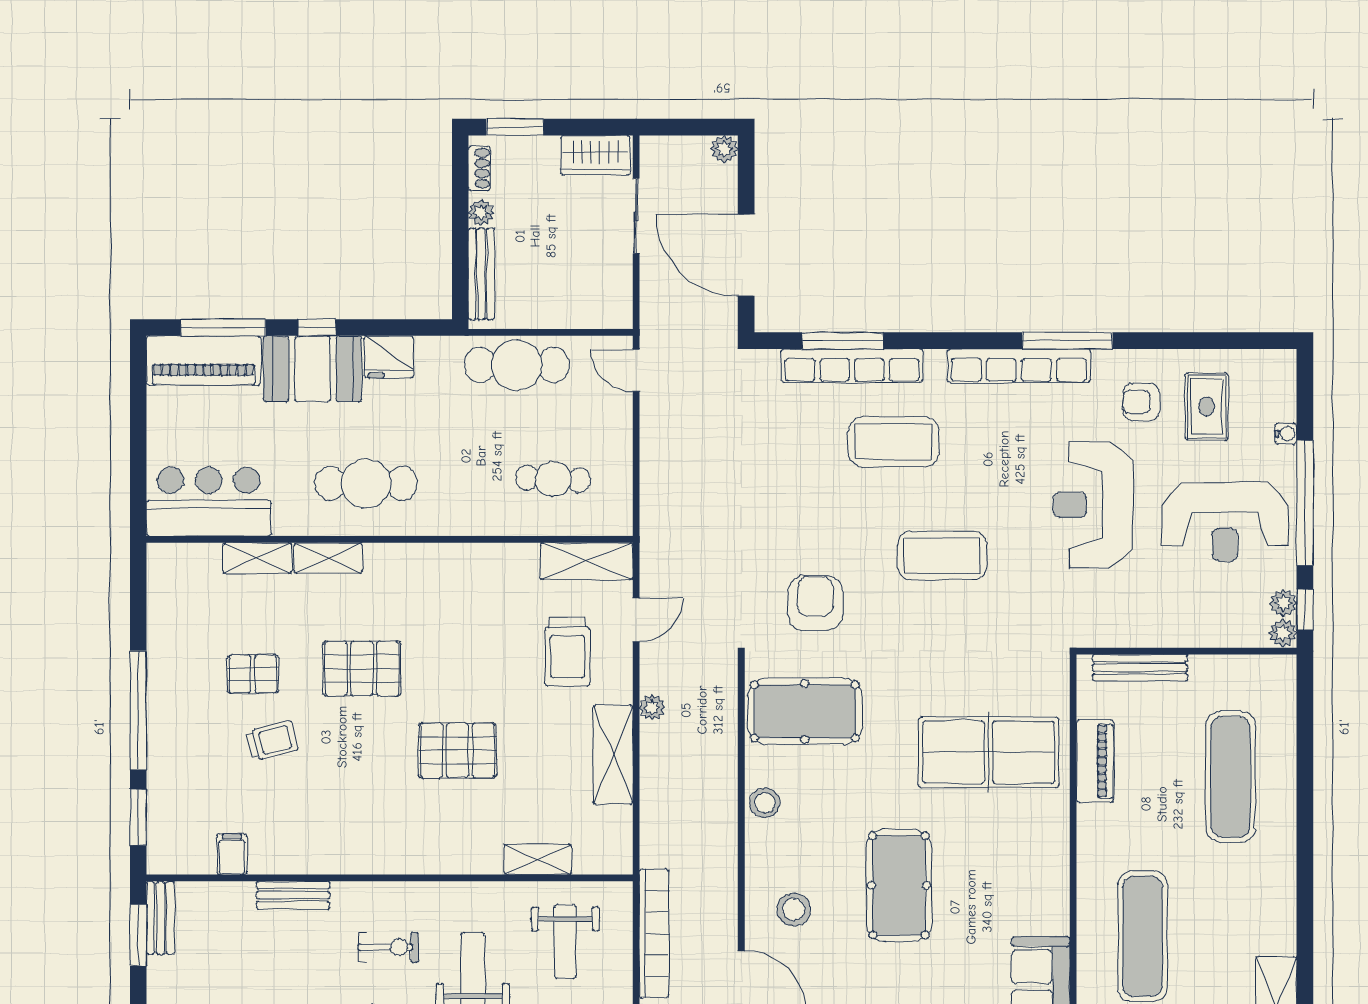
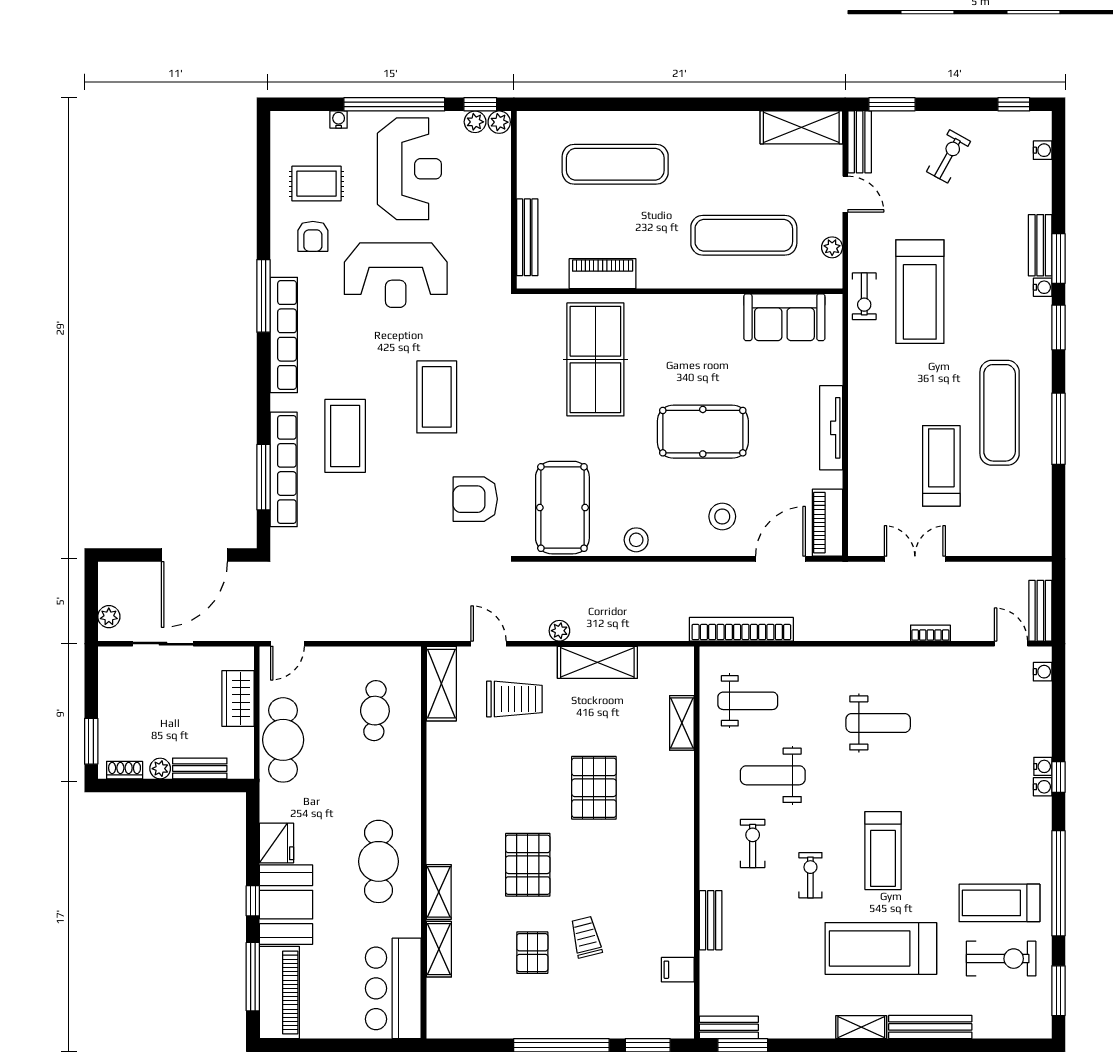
plant: (724, 149) -> (109, 617), moved
wardrobe: (595, 155) -> (238, 699), moved, turned 180
bench: (481, 274) -> (200, 768), width x0.73

